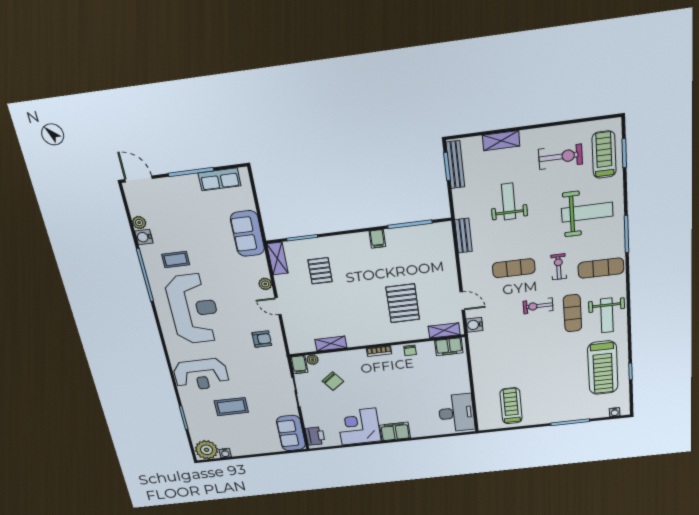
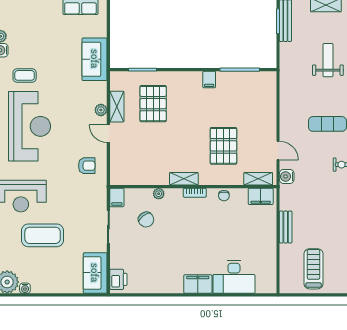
bench: (463, 236) -> (286, 227), moved
shelving: (278, 259) -> (117, 107), moved
pallet: (320, 271) -> (153, 104), width x1.50, depth x1.42
shelving: (331, 344) -> (184, 179), moved
plant: (313, 360) -> (159, 194), moved
coffee table: (231, 407) -> (43, 235), width x1.36, depth x1.32
desk: (456, 413) -> (234, 277), moved, turned 90
corner desk: (359, 427) -> (163, 274), removed

